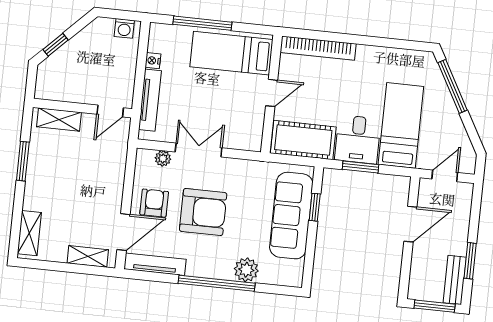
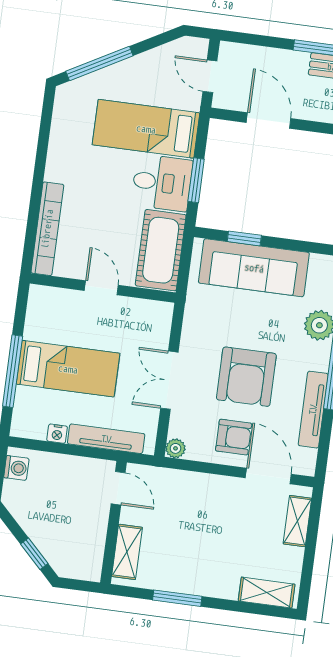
bed: (231, 53) -> (68, 369), moved, turned -90
plant: (163, 158) -> (176, 448), moved
armchair: (154, 203) -> (234, 437), turned 180
armchair: (203, 212) -> (246, 377), turned 180
tv unit: (155, 264) -> (313, 410), moved

